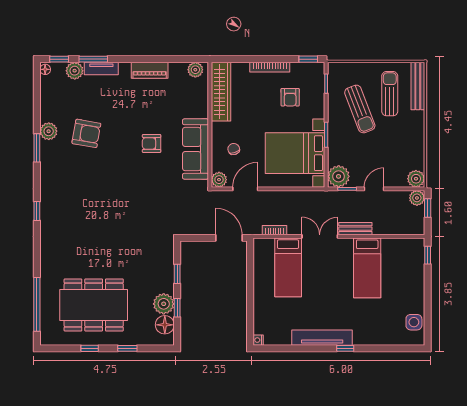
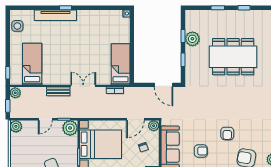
armchair: (114, 169) -> (227, 133), added
plant: (417, 198) -> (15, 93), moved
double door: (320, 236) -> (83, 86), swing flipped
door: (229, 238) -> (164, 85), moved
bed: (288, 267) -> (121, 64), moved
bed: (367, 268) -> (32, 64), moved
dining table: (94, 305) -> (233, 57), moved
floor lamp: (165, 325) -> (192, 24), removed
tv unit: (322, 338) -> (55, 15), moved

